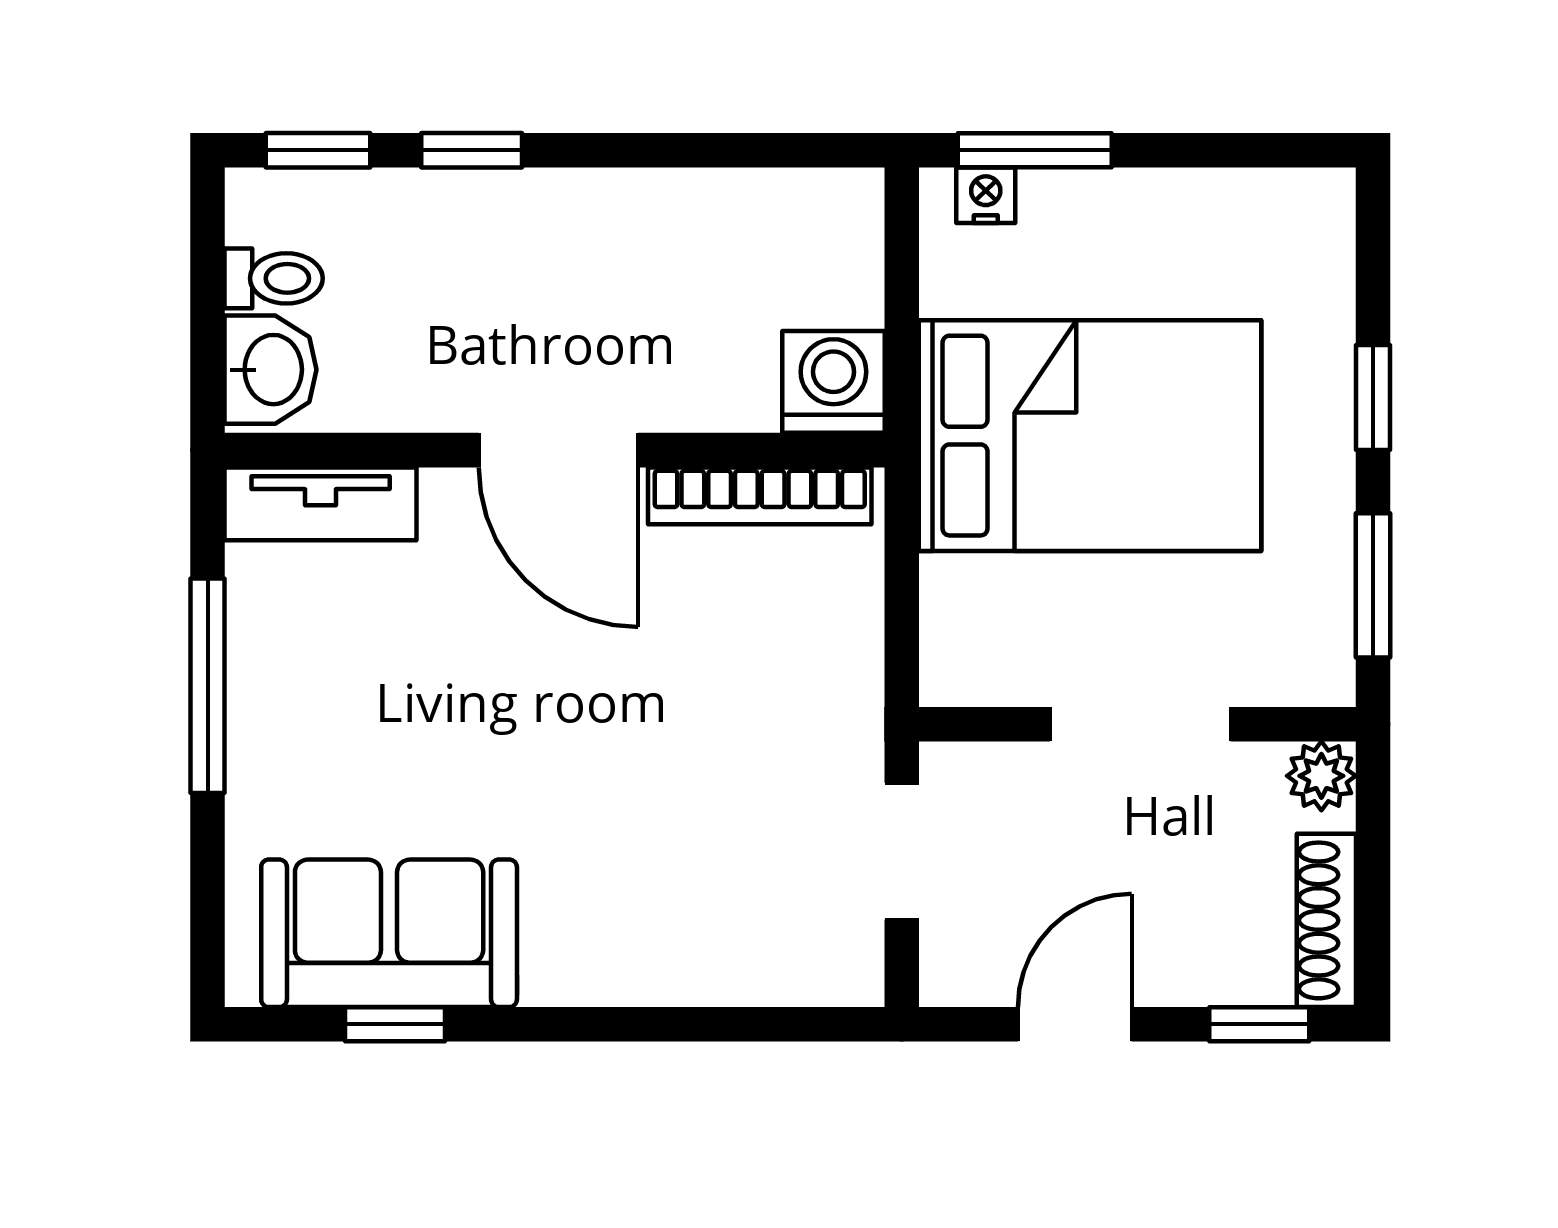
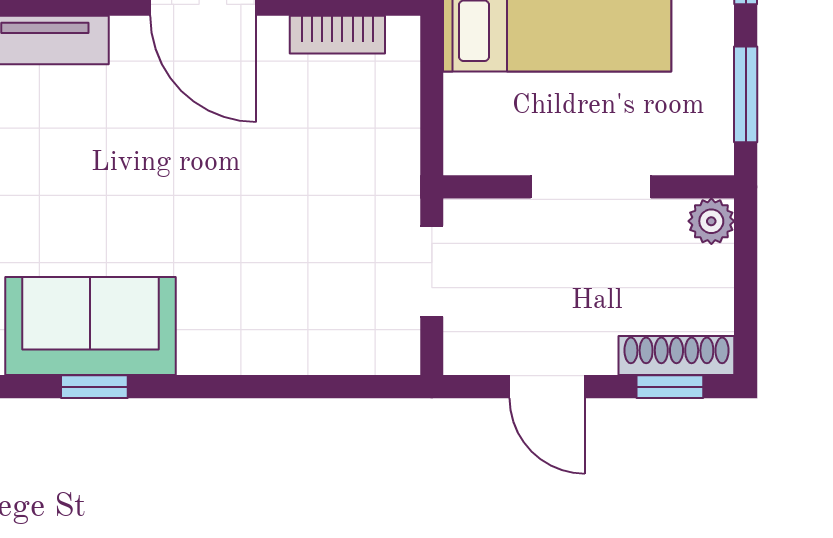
bookcase: (760, 496) -> (337, 35), width x0.64
shoe rack: (1326, 920) -> (676, 356), moved, turned 90
door: (1075, 1024) -> (547, 387), swing flipped

